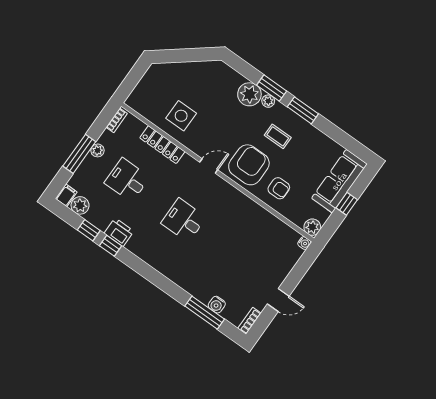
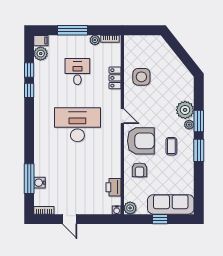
locker: (162, 145) -> (115, 78), width x0.66
plant: (97, 150) -> (95, 40), moved
desk: (184, 220) -> (77, 125), width x1.87, depth x1.30
printer: (119, 232) -> (114, 187), moved, turned 180

